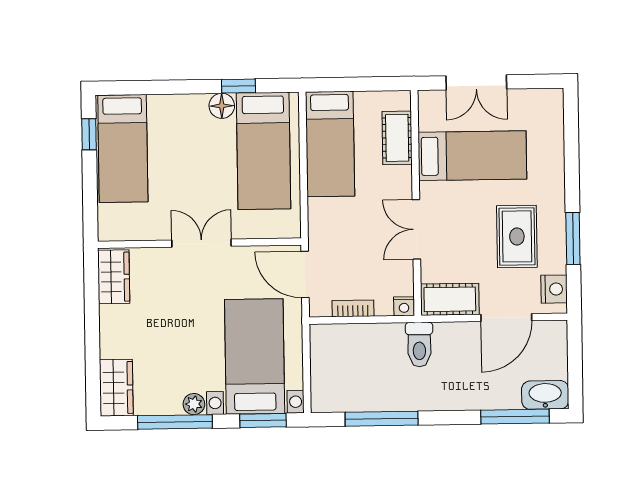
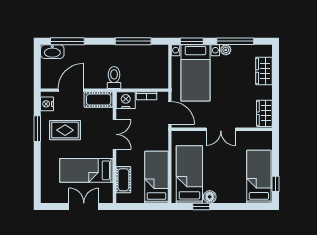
rug: (517, 236) -> (65, 130), turned 90
nightstand: (404, 306) -> (126, 100), width x1.89, depth x1.79
wardrobe: (116, 388) -> (264, 71), moved

